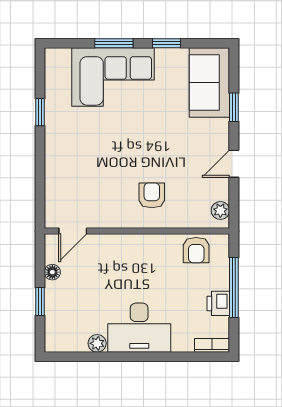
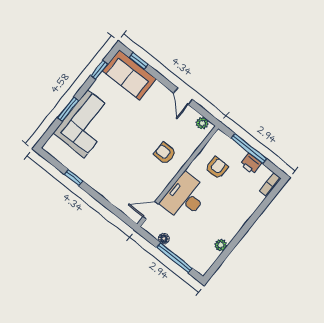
window: (167, 43) -> (99, 70), moved
window: (234, 107) -> (139, 61), moved
door: (73, 231) -> (151, 210), swing flipped
armchair: (196, 250) -> (217, 168), moved, turned -90
window: (40, 302) -> (174, 258), width x2.17
desk: (139, 328) -> (185, 197), moved, turned 180

